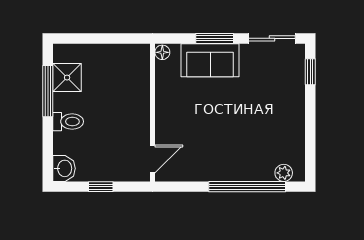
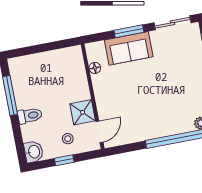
floor lamp: (162, 52) -> (95, 68), moved
shower: (67, 78) -> (83, 112), moved
stool: (111, 160) -> (68, 139), added

